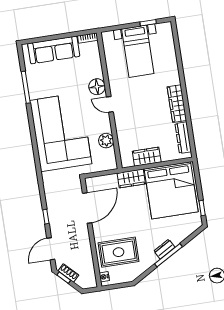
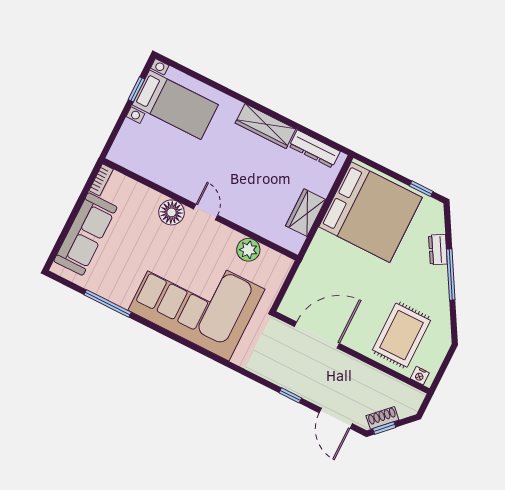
bed with nightstands: (138, 51) -> (175, 105), moved
door: (110, 104) -> (206, 212), swing flipped
wardrobe: (131, 178) -> (319, 252), removed
door: (87, 208) -> (317, 335), hinge flipped
dresser: (164, 249) -> (438, 250), moved

